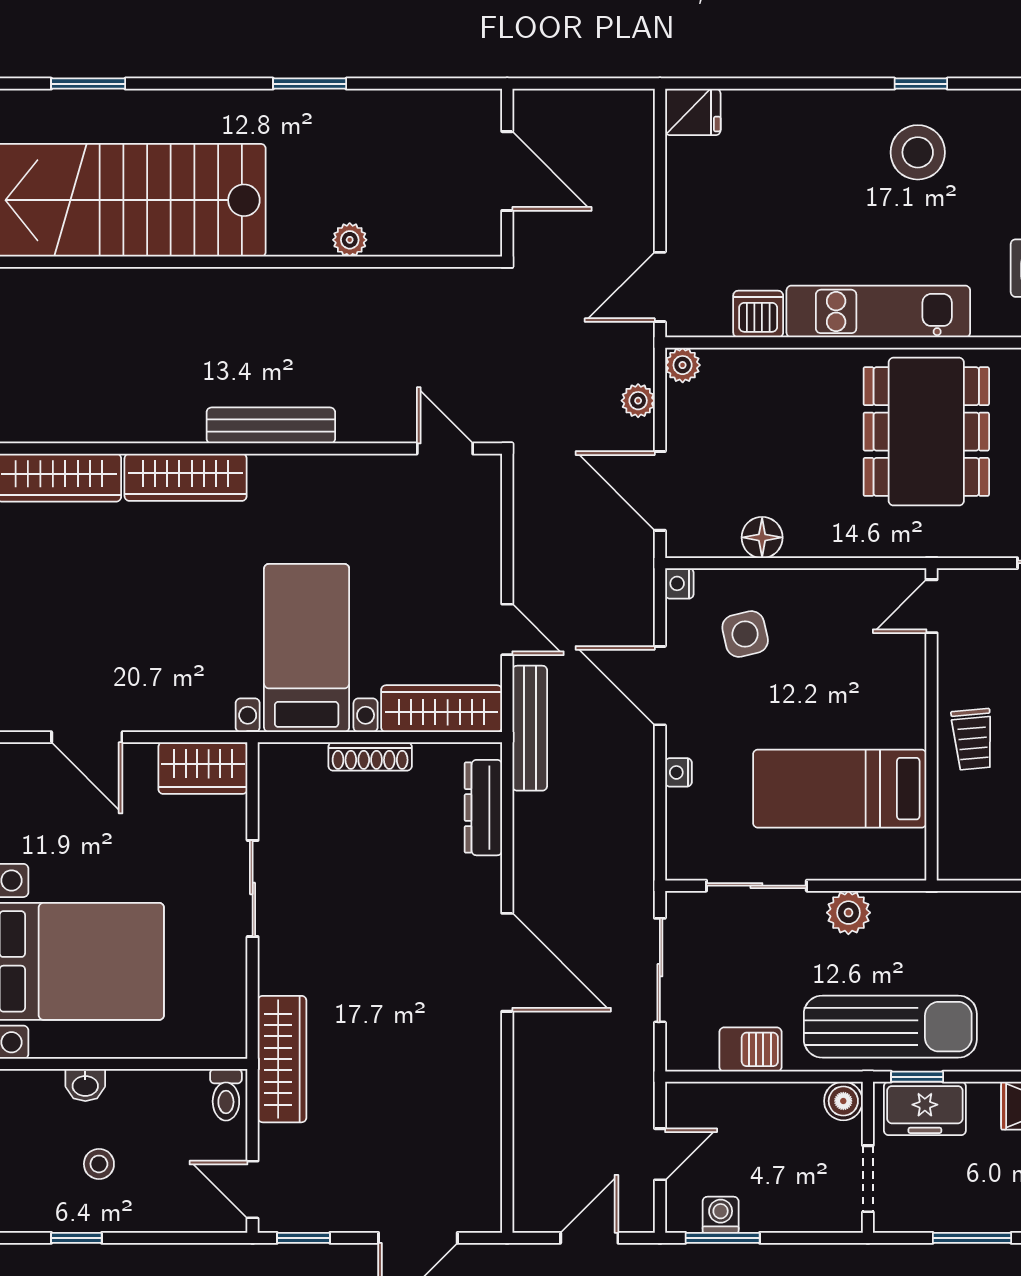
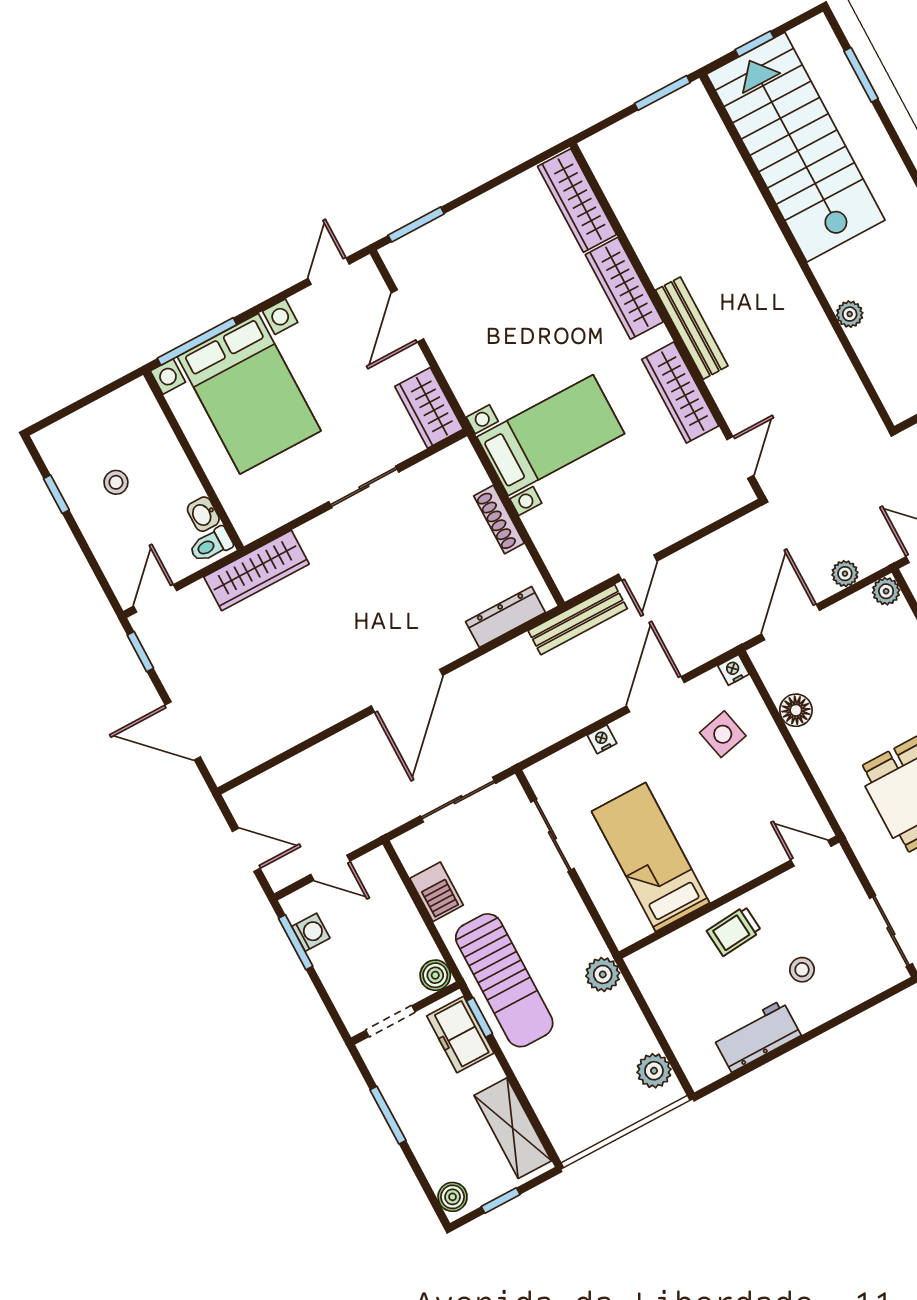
wardrobe: (442, 709) -> (680, 393), moved, turned 180
plant: (848, 913) -> (603, 974), moved
washbasin: (85, 1085) -> (203, 514), moved

